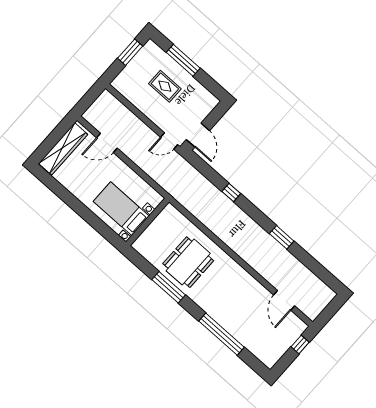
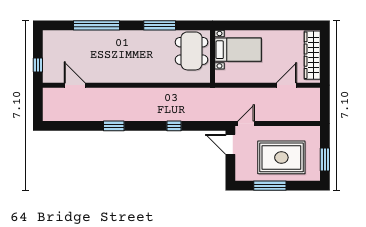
window: (183, 60) -> (270, 186), moved
rug: (165, 86) -> (281, 157), width x1.86, depth x2.06
dining table: (188, 262) -> (191, 51), moved

